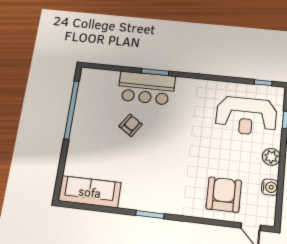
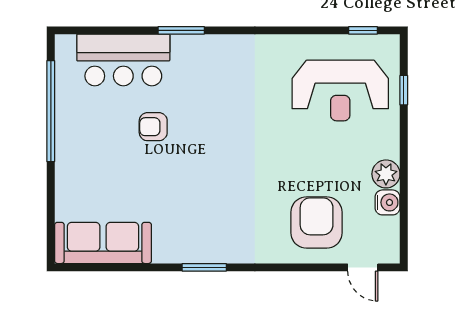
bar counter: (146, 88) -> (123, 60), moved
armchair: (131, 125) -> (153, 127), turned -124
plant: (271, 157) -> (386, 174), moved

